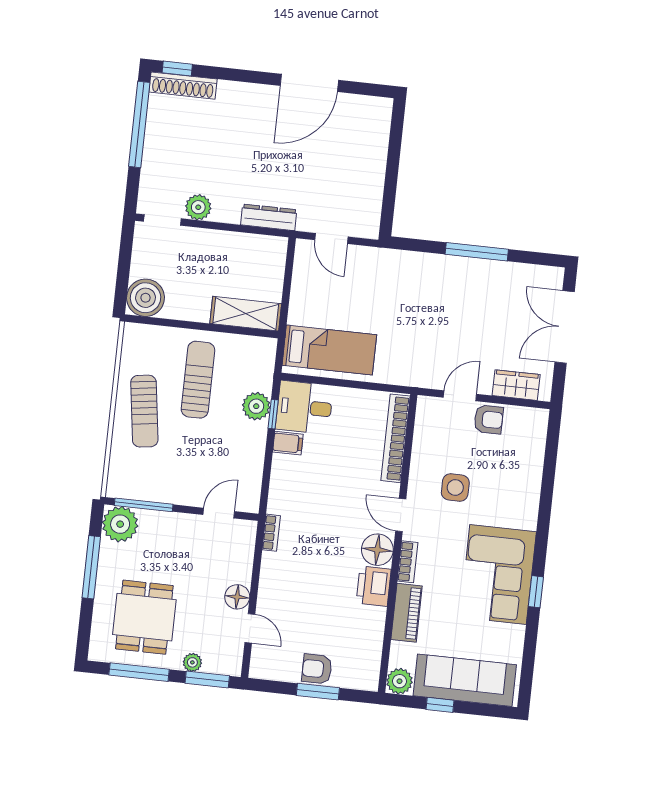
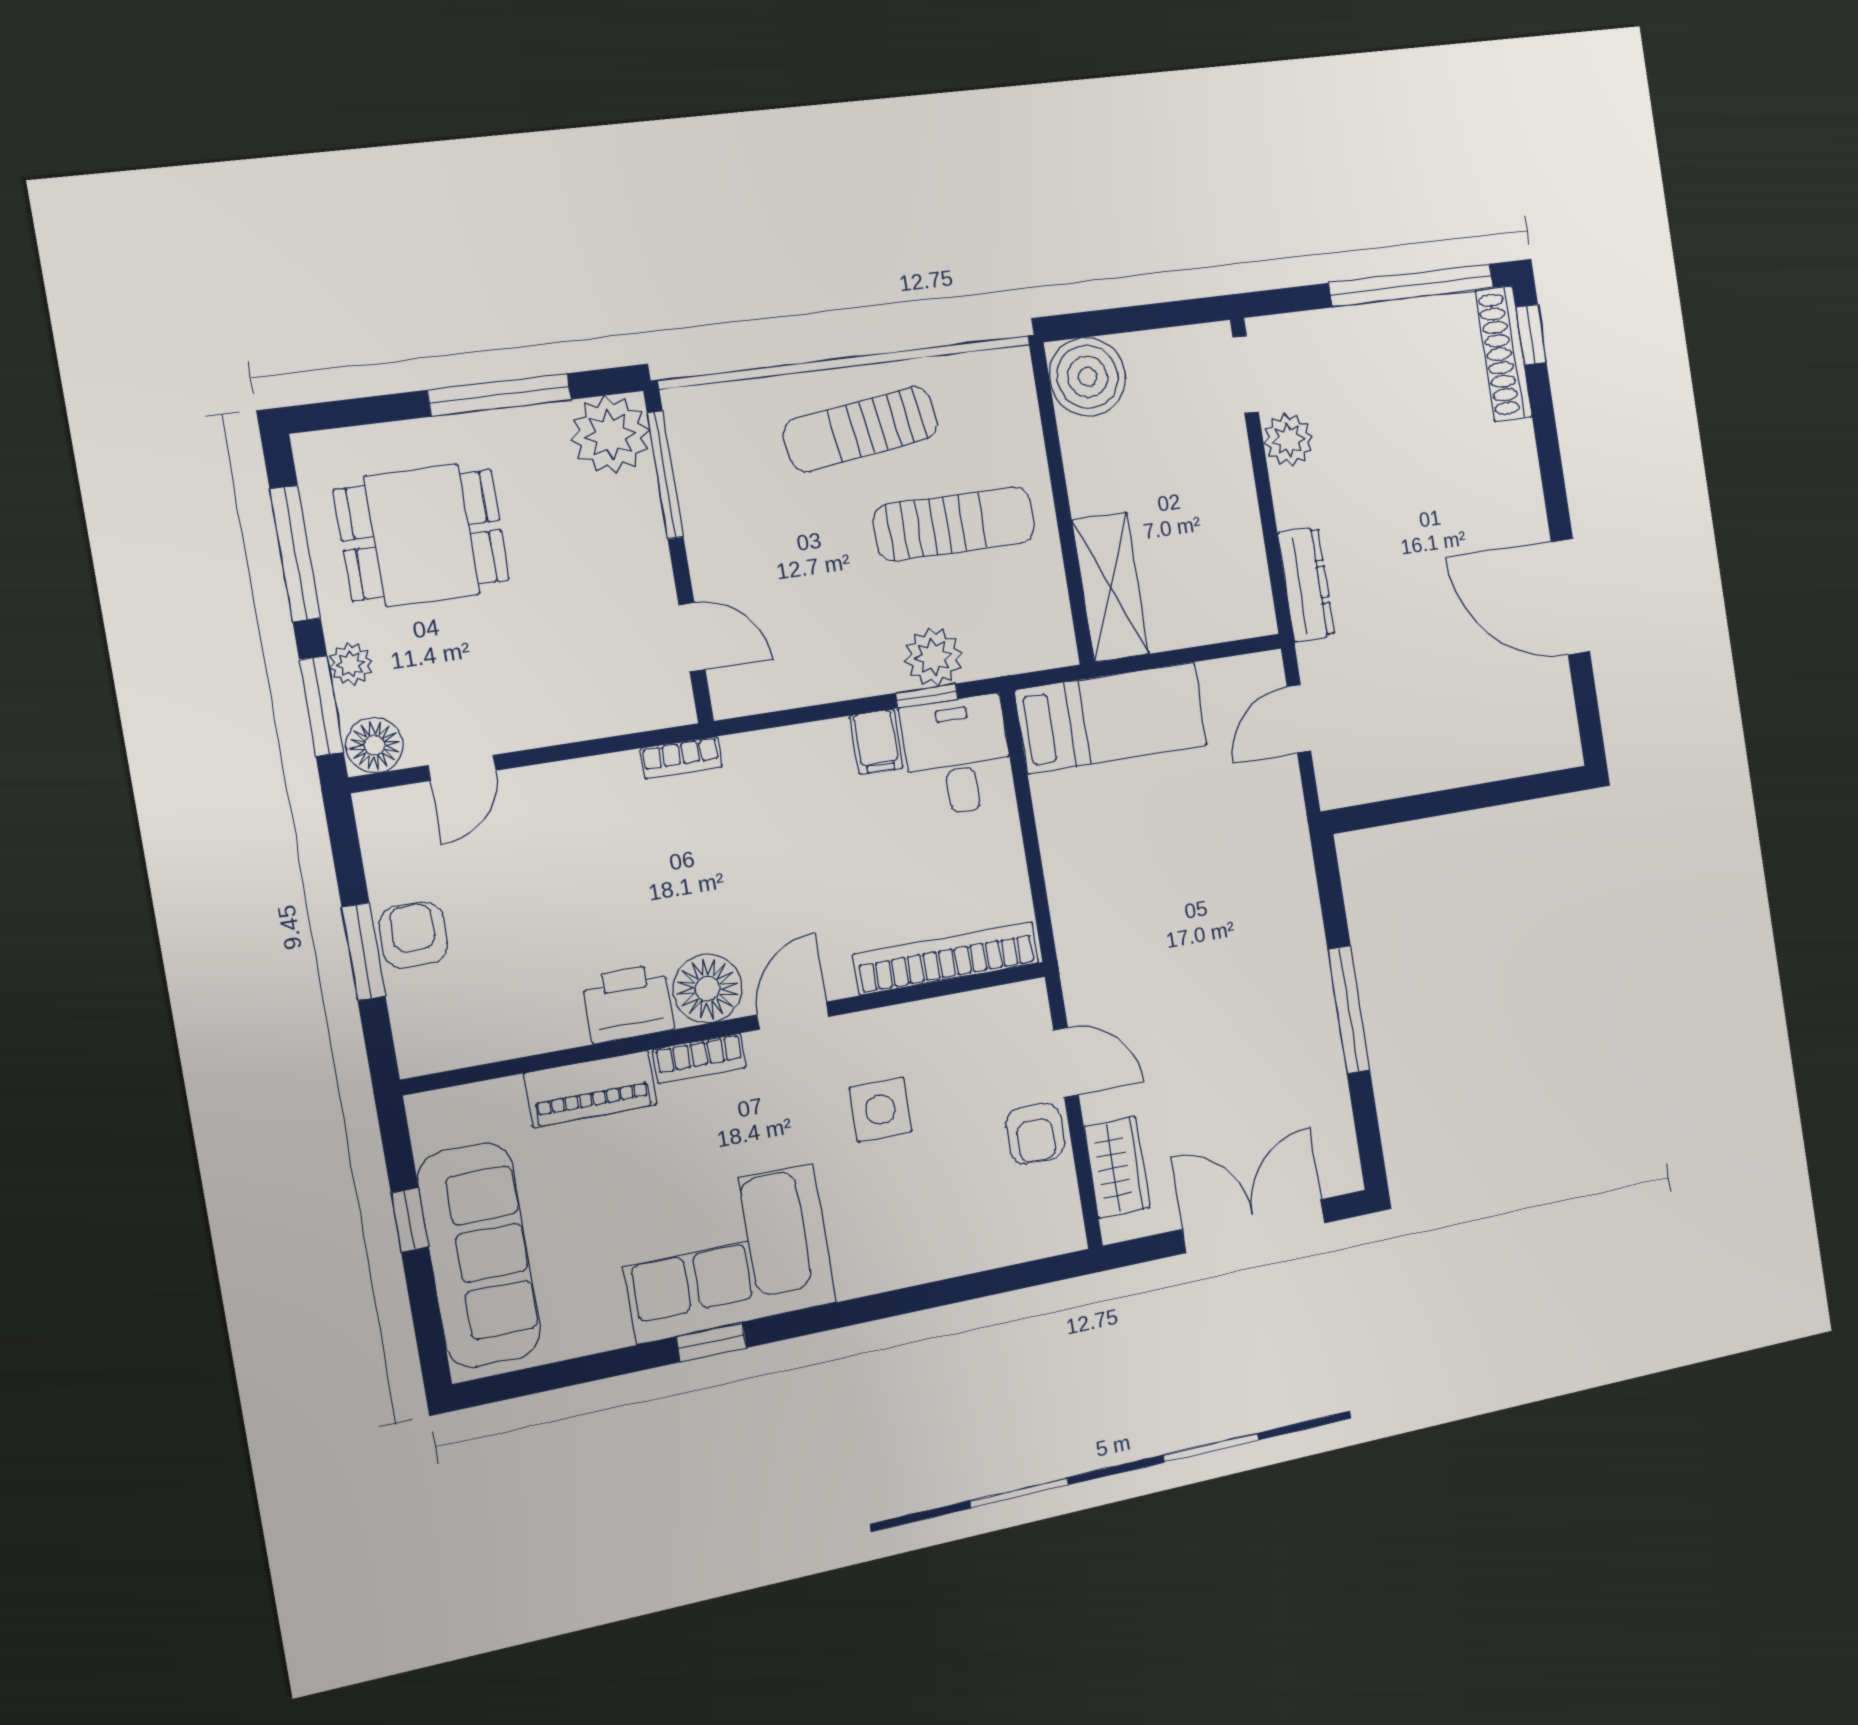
bed: (329, 350) -> (1112, 718), moved, turned -90
floor lamp: (237, 597) -> (374, 745), moved
plant: (400, 681) -> (437, 1119), removed

